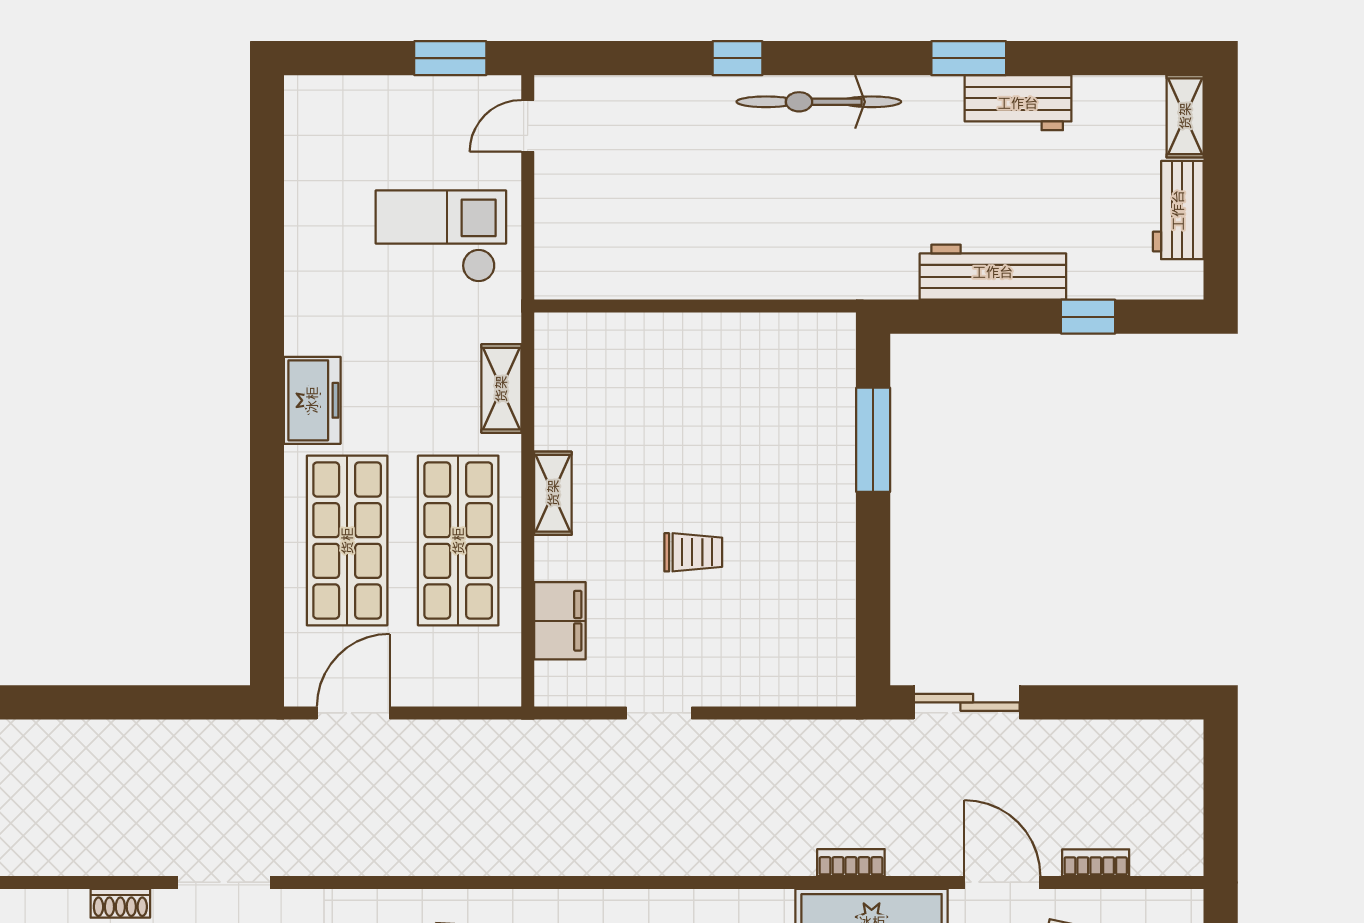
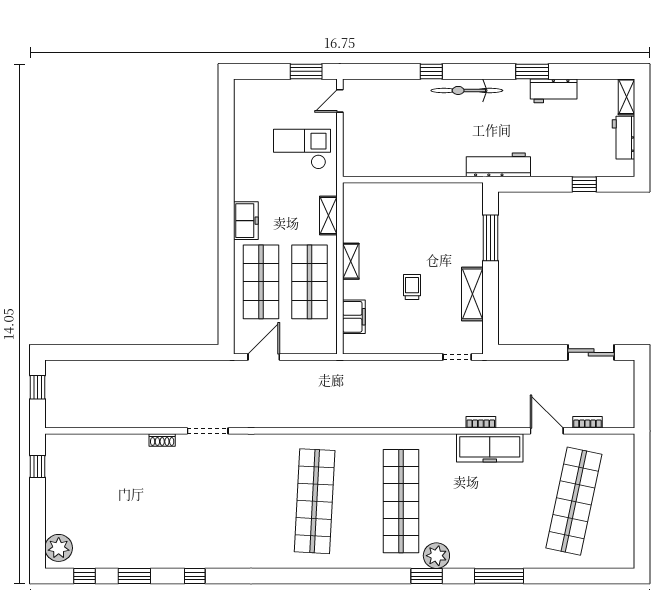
workbench: (993, 272) -> (498, 165), moved
trolley: (693, 552) -> (412, 287), turned -90
shelving: (832, 568) -> (472, 294), added
sliding door: (967, 702) -> (591, 352), moved
doorway: (659, 713) -> (457, 357), moved

